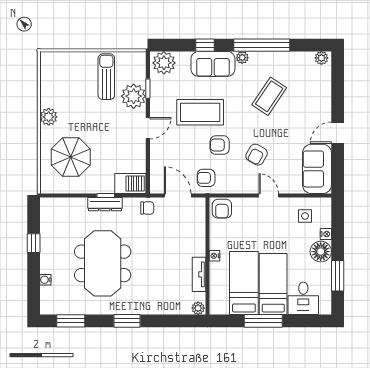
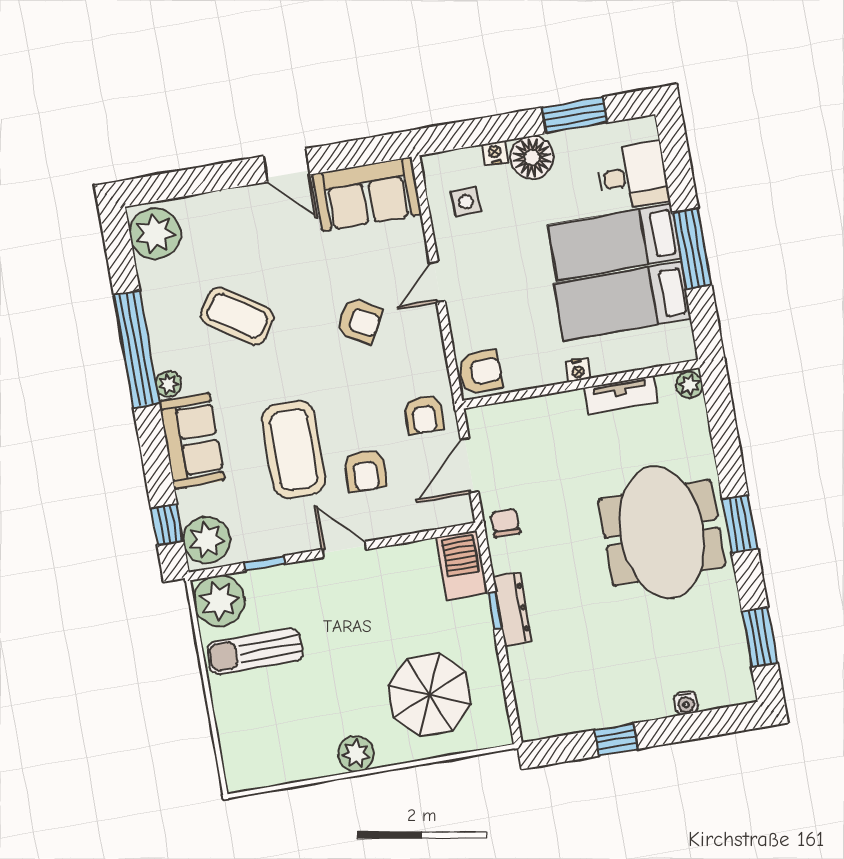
window: (205, 45) -> (167, 525), moved
plant: (321, 58) -> (155, 234), width x1.88, depth x1.88
plant: (134, 96) -> (219, 601), moved
armchair: (220, 145) -> (365, 471), moved
meeting table: (103, 263) -> (662, 533), moved, turned 90

